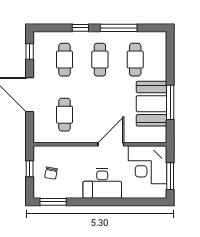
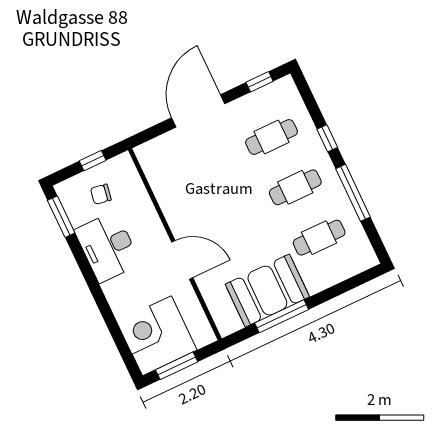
cafe table: (65, 115) -> (193, 174), removed
corner desk: (148, 165) -> (157, 336), moved
desk: (102, 184) -> (108, 247), moved

